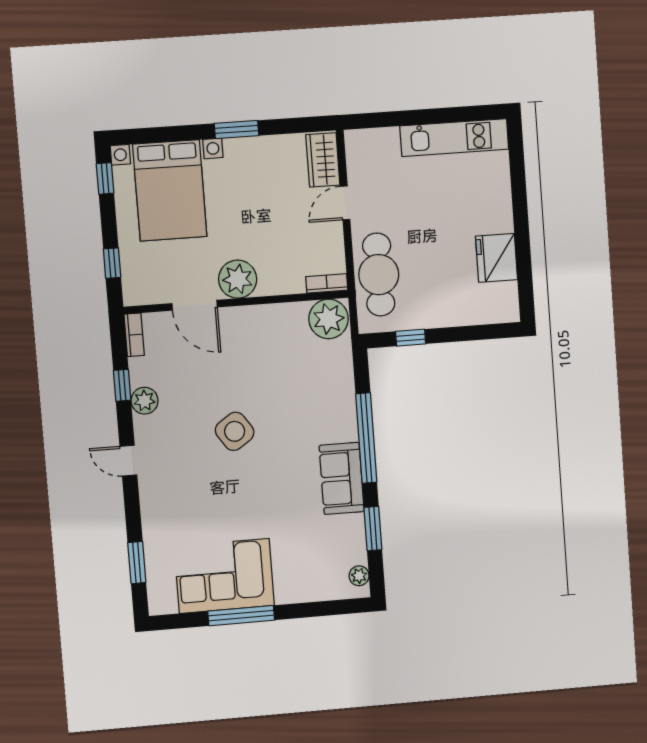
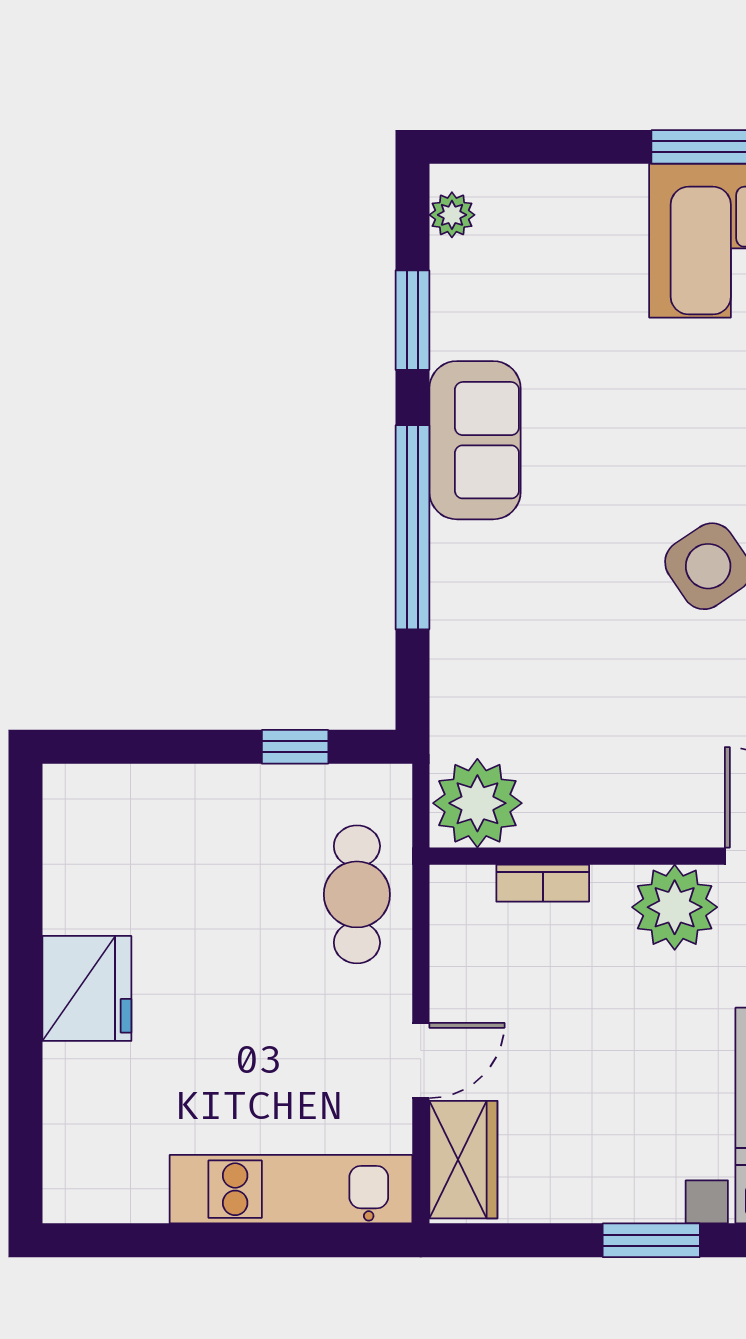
kitchen unit: (454, 138) -> (291, 1189), moved
fridge: (497, 258) -> (87, 988), moved
cafe table: (379, 275) -> (357, 894), width x0.73, depth x0.74
bookcase: (327, 283) -> (543, 883), moved

